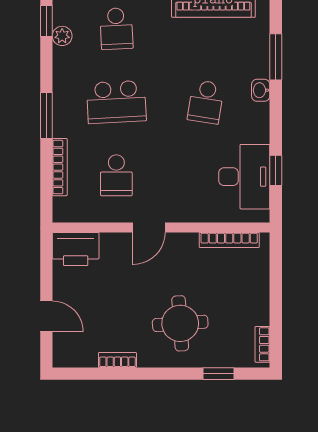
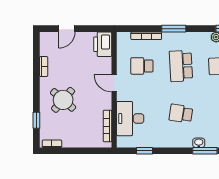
washbasin: (261, 90) -> (199, 143), moved
desk: (244, 177) -> (130, 119), moved, turned 90
round table: (180, 323) -> (63, 100), turned 45

